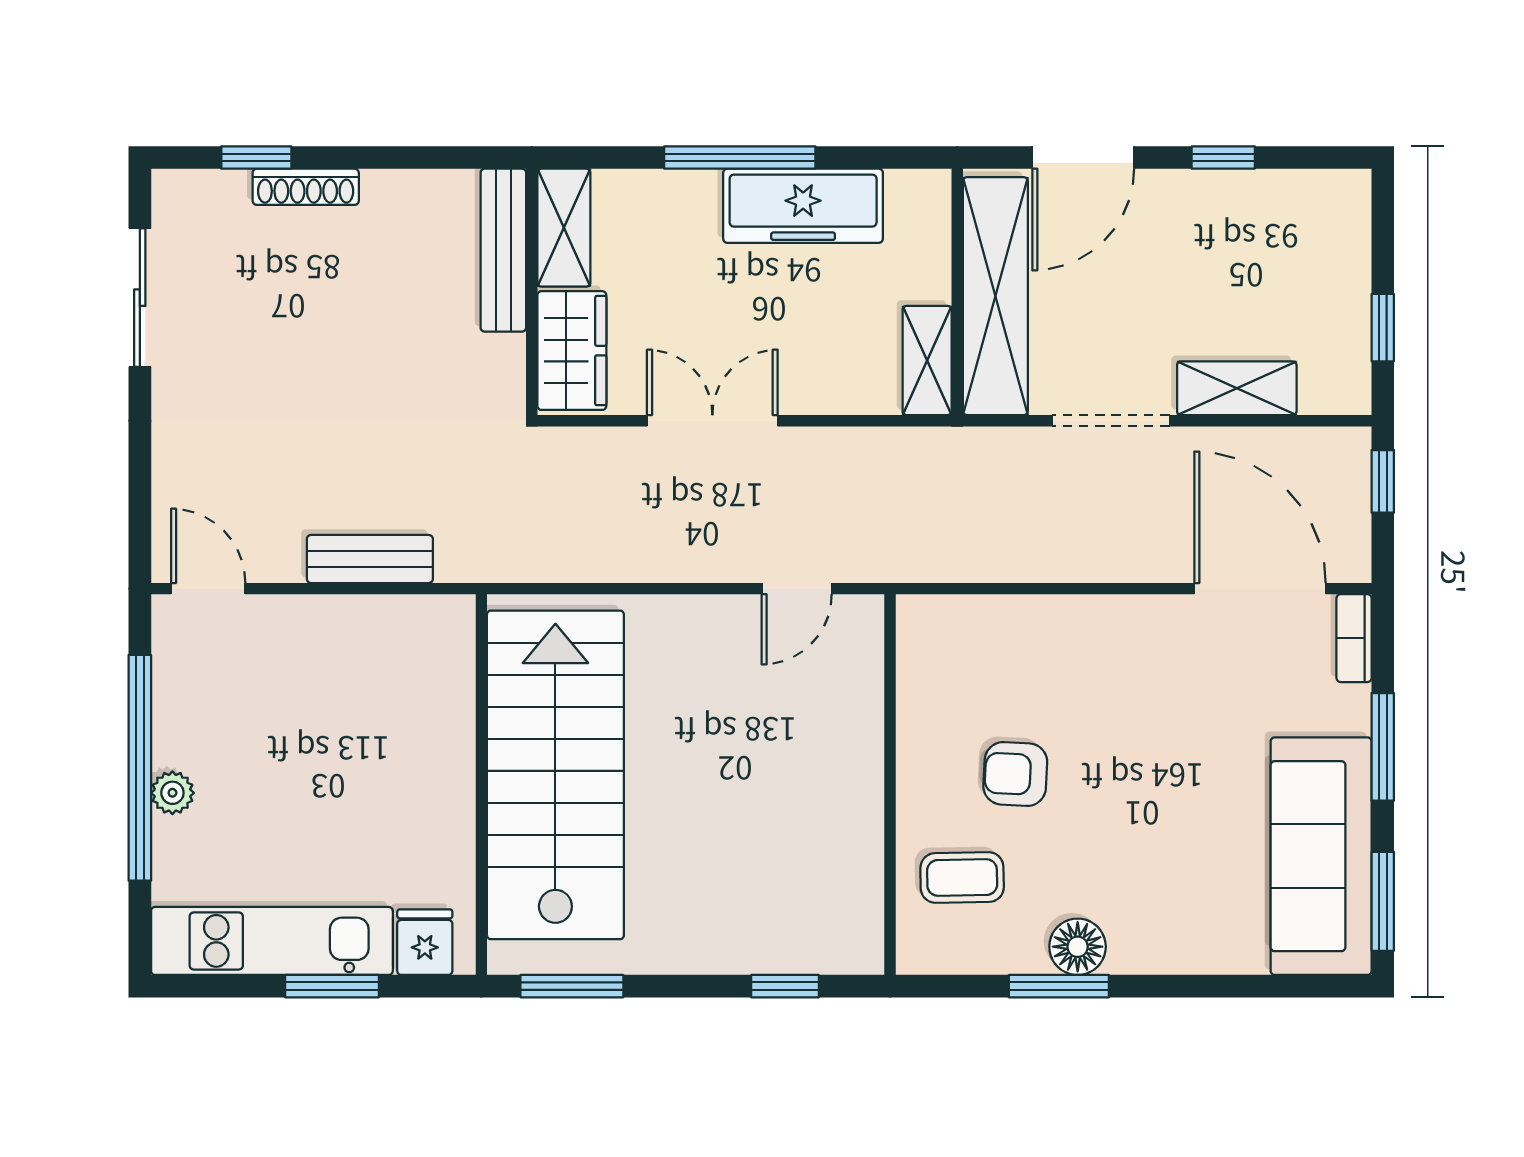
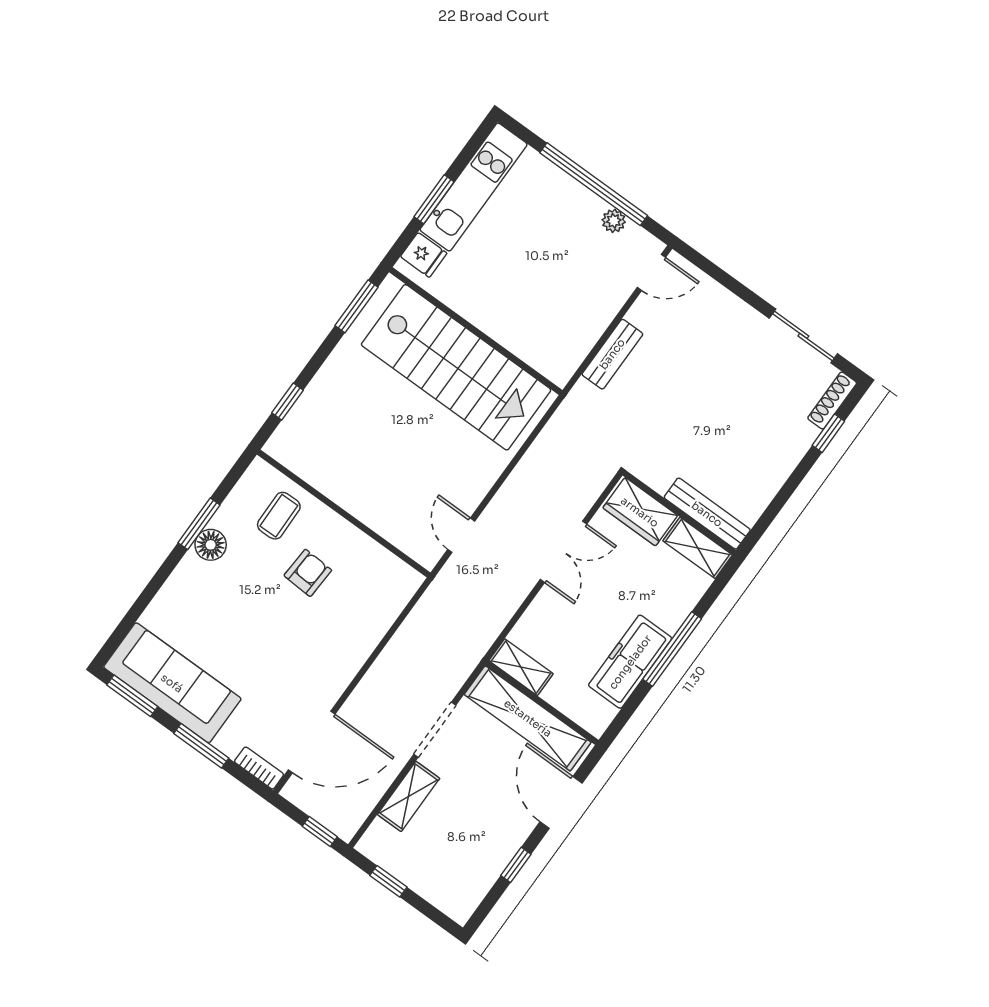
shoe rack: (306, 187) -> (832, 400), moved
plant: (172, 793) -> (614, 221), moved

